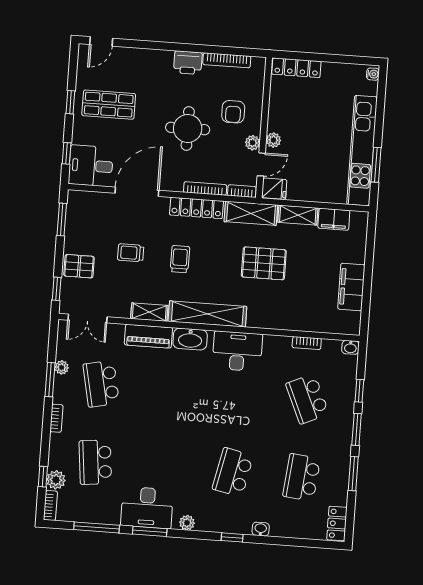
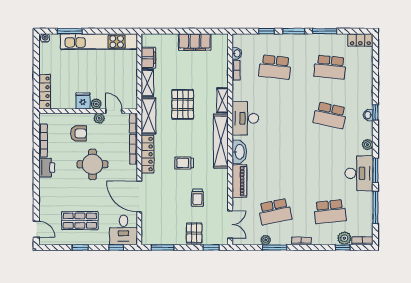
shop shelf: (109, 105) -> (80, 221), turned 90
window: (376, 165) -> (70, 31), moved
fridge: (274, 189) -> (83, 101), moved
trolley: (131, 253) -> (197, 198), moved
shelving: (149, 312) -> (223, 100), moved
washbasin: (350, 347) -> (237, 53), moved
school desk: (307, 399) -> (275, 67), turned 30
washbasin: (261, 529) -> (368, 115), moved

